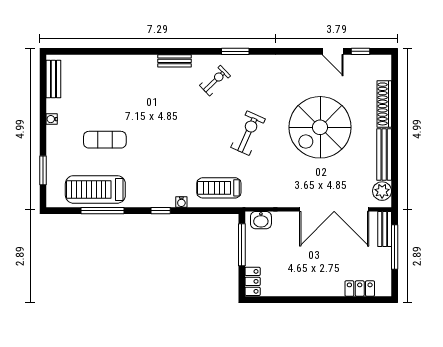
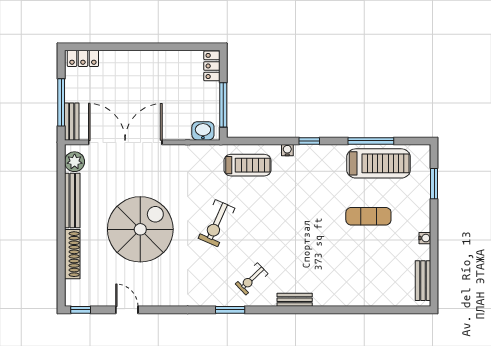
window: (361, 51) -> (81, 310), moved
locker: (360, 289) -> (83, 58), moved

